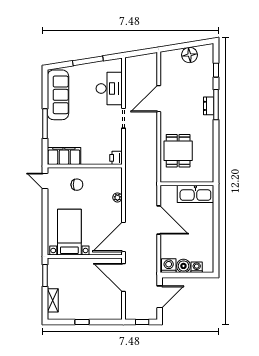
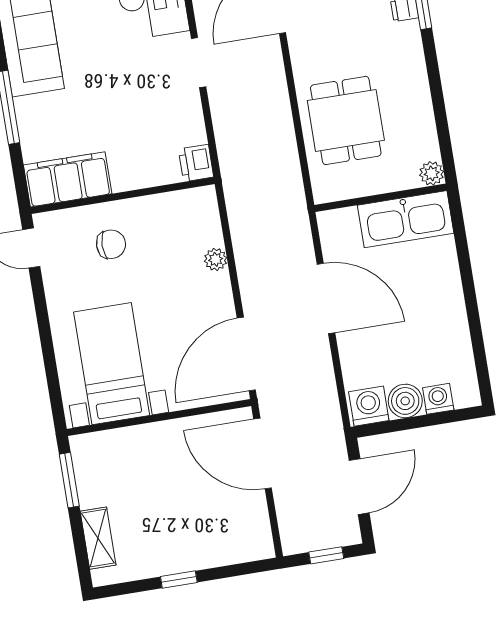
plant: (209, 177) -> (432, 173), added

